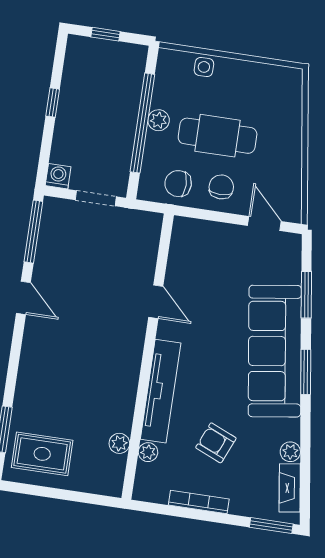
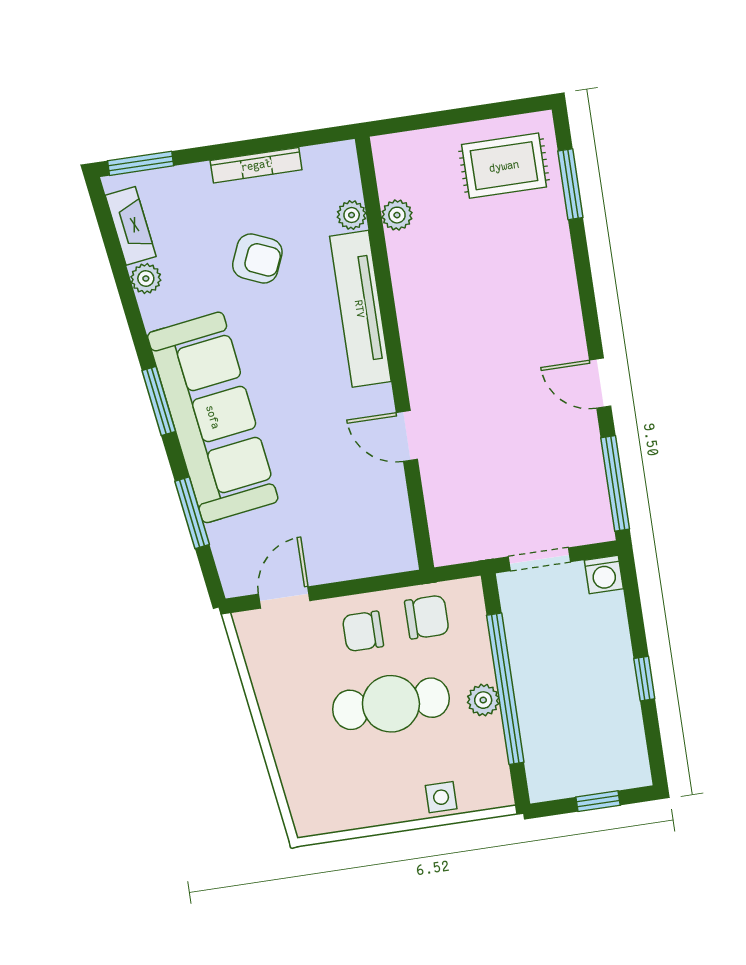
chair: (221, 187) -> (363, 631), turned 90
door: (264, 223) -> (284, 597), swing flipped

